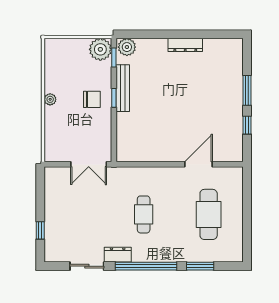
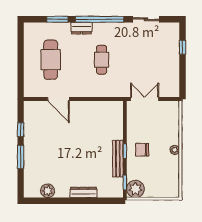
dresser: (185, 45) -> (84, 192), moved
plant: (127, 47) -> (48, 191), moved
door: (199, 164) -> (59, 99), hinge flipped
dresser: (118, 255) -> (81, 28), moved

